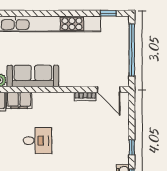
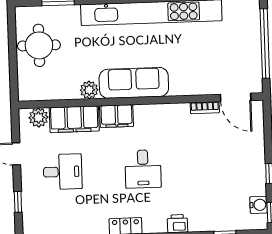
desk: (37, 141) -> (143, 169), turned 90

